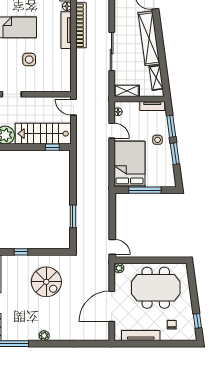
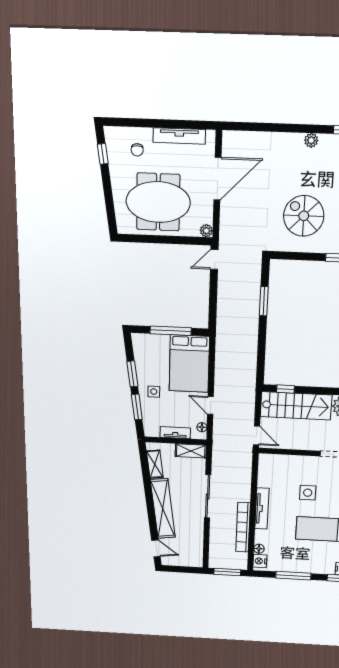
tv unit: (66, 30) -> (262, 509), moved
tv unit: (152, 106) -> (175, 433), moved
door: (112, 247) -> (214, 259), hinge flipped

